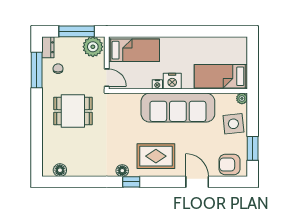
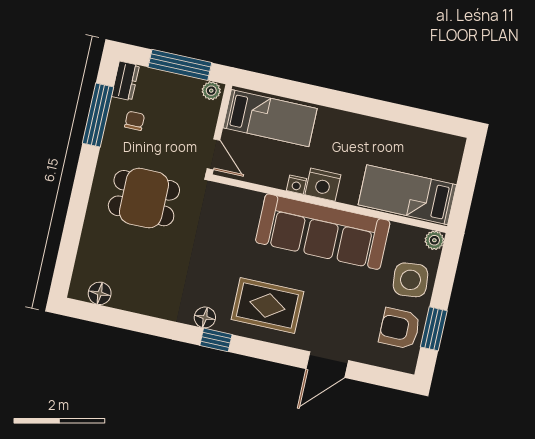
plant: (93, 47) -> (211, 91), width x0.53, depth x0.53
armchair: (230, 165) -> (400, 328), moved
door: (197, 182) -> (327, 365), swing flipped

